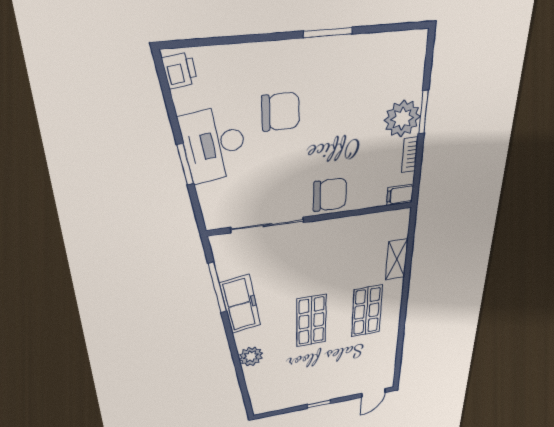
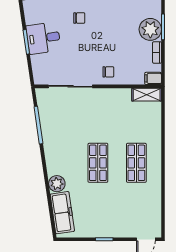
chair: (280, 112) -> (79, 18), width x0.54, depth x0.54
desk: (214, 145) -> (43, 38), width x0.73
chair: (330, 195) -> (108, 72), width x0.54, depth x0.54
shelving: (397, 259) -> (147, 95), moved, turned 90
freezer: (240, 304) -> (62, 213), moved

